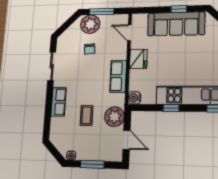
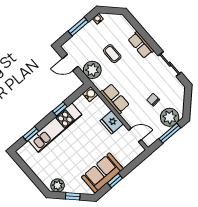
sofa: (176, 24) -> (102, 173), width x0.73

